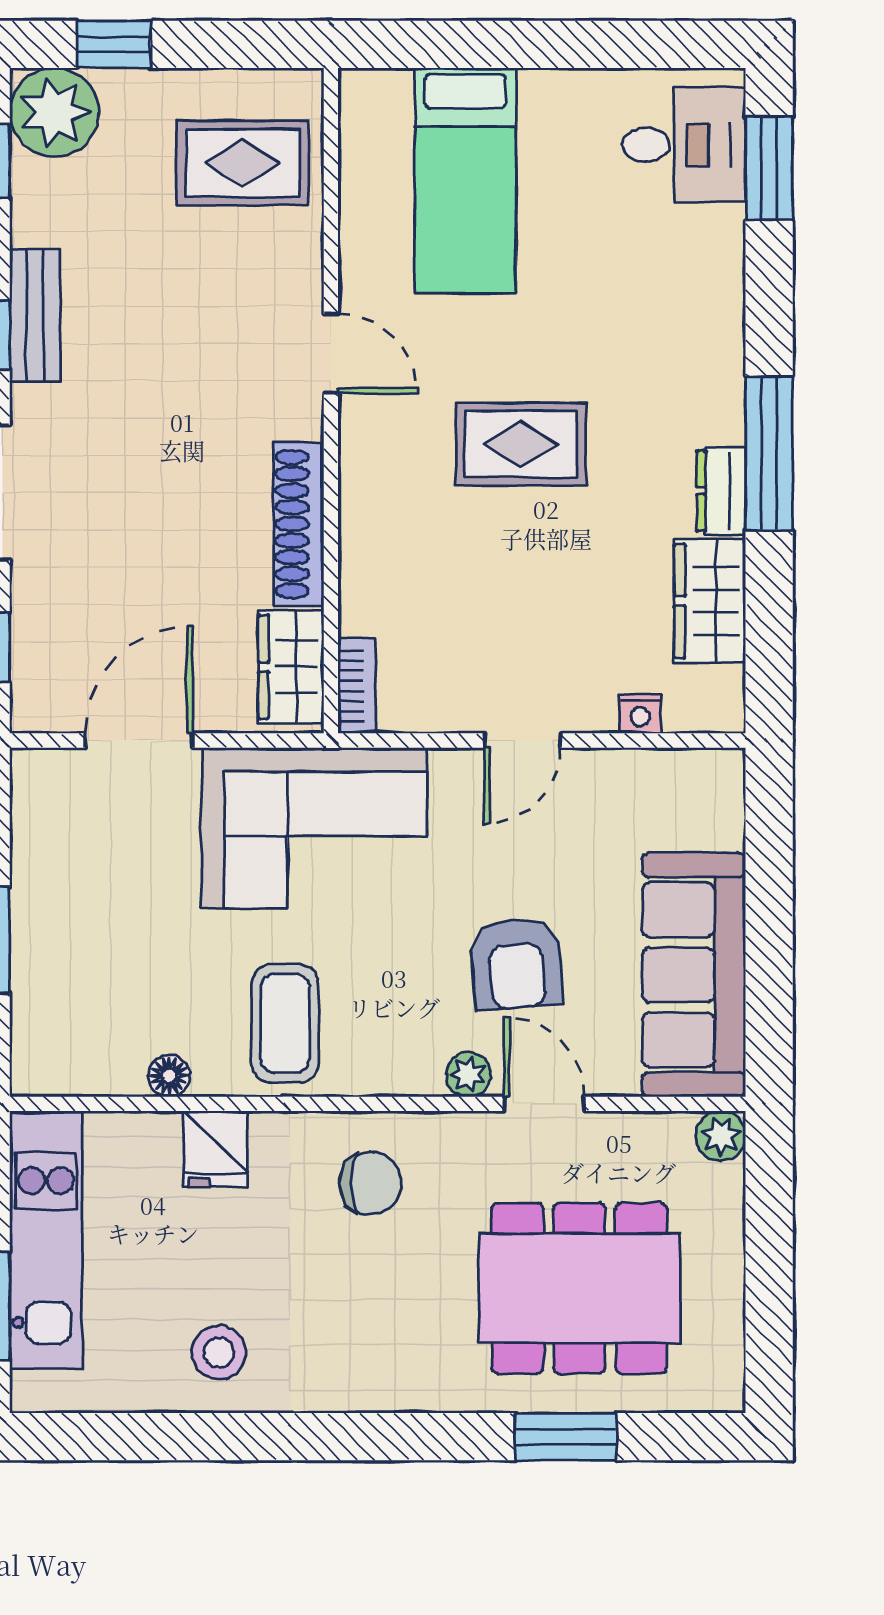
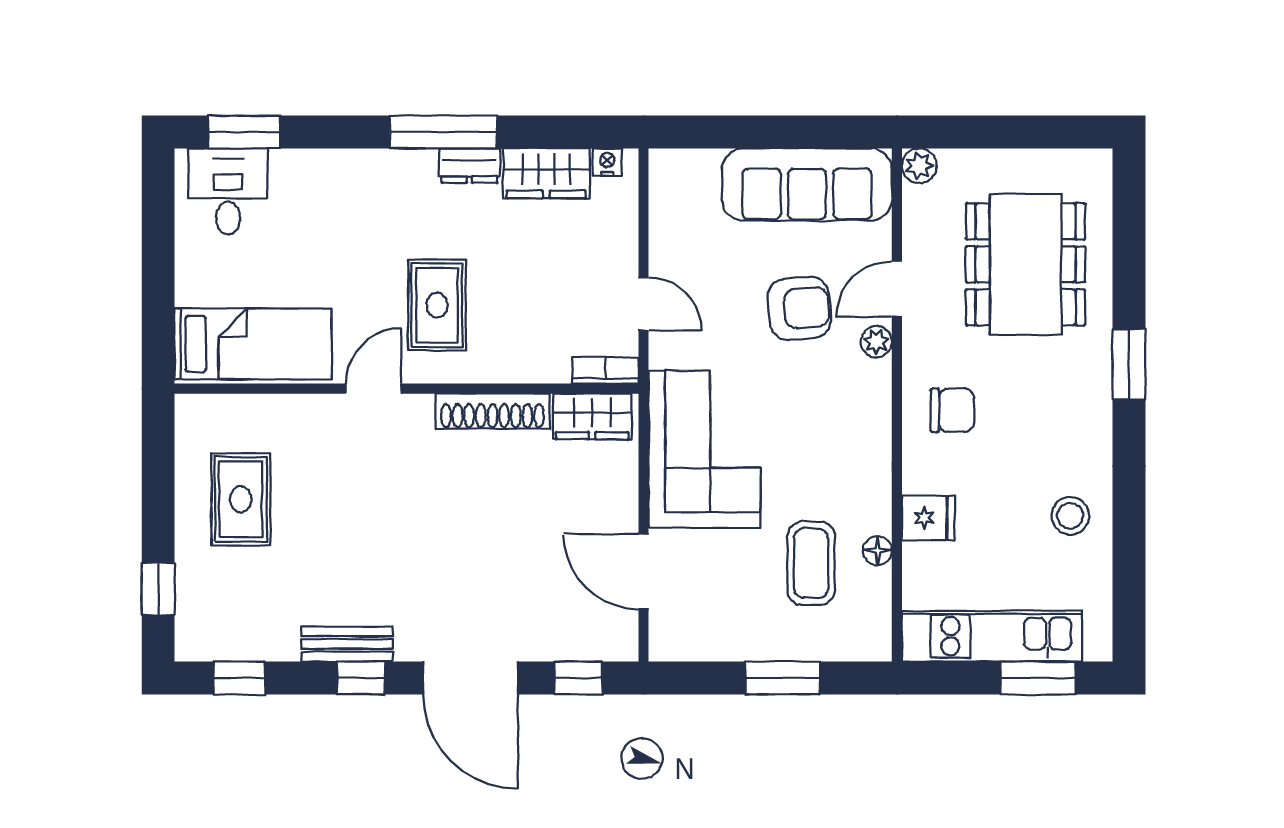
plant: (54, 112) -> (206, 630), removed
door: (331, 353) -> (374, 389), moved
wall: (331, 401) -> (407, 389), moved
shoe rack: (299, 524) -> (493, 411), moved
wardrobe: (291, 667) -> (592, 416), moved
bookcase: (357, 686) -> (606, 370), moved
nightstand: (640, 714) -> (607, 162), moved, turned -90
coffee table: (285, 1023) -> (811, 563), moved, turned 90
chair: (370, 1183) -> (952, 410), turned 90
window: (566, 1437) -> (1129, 364), moved

